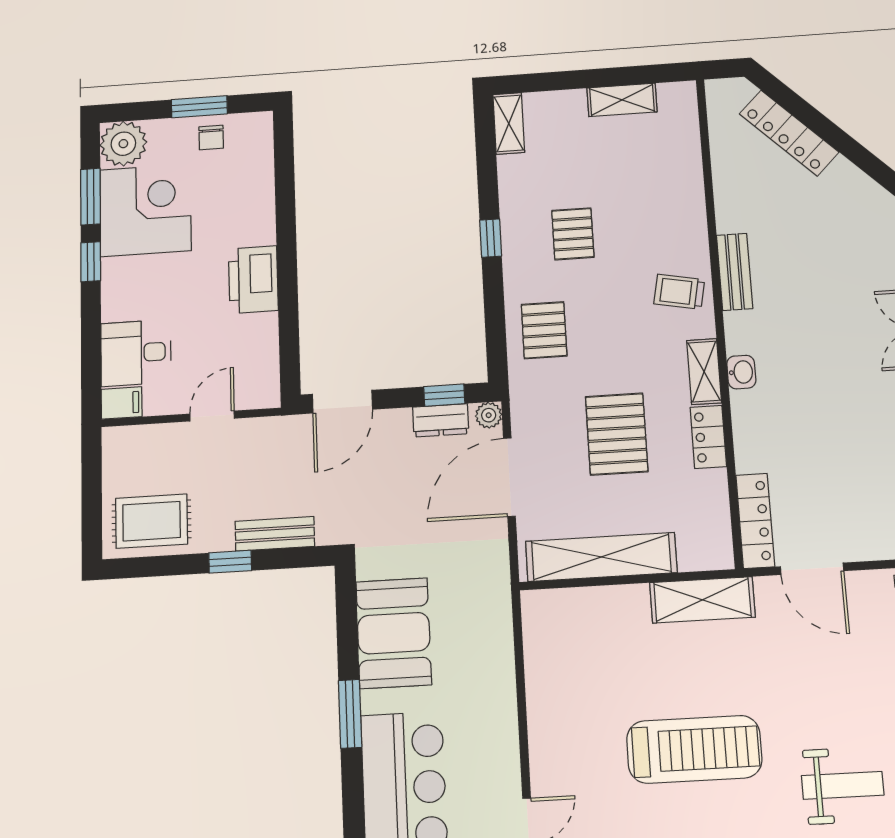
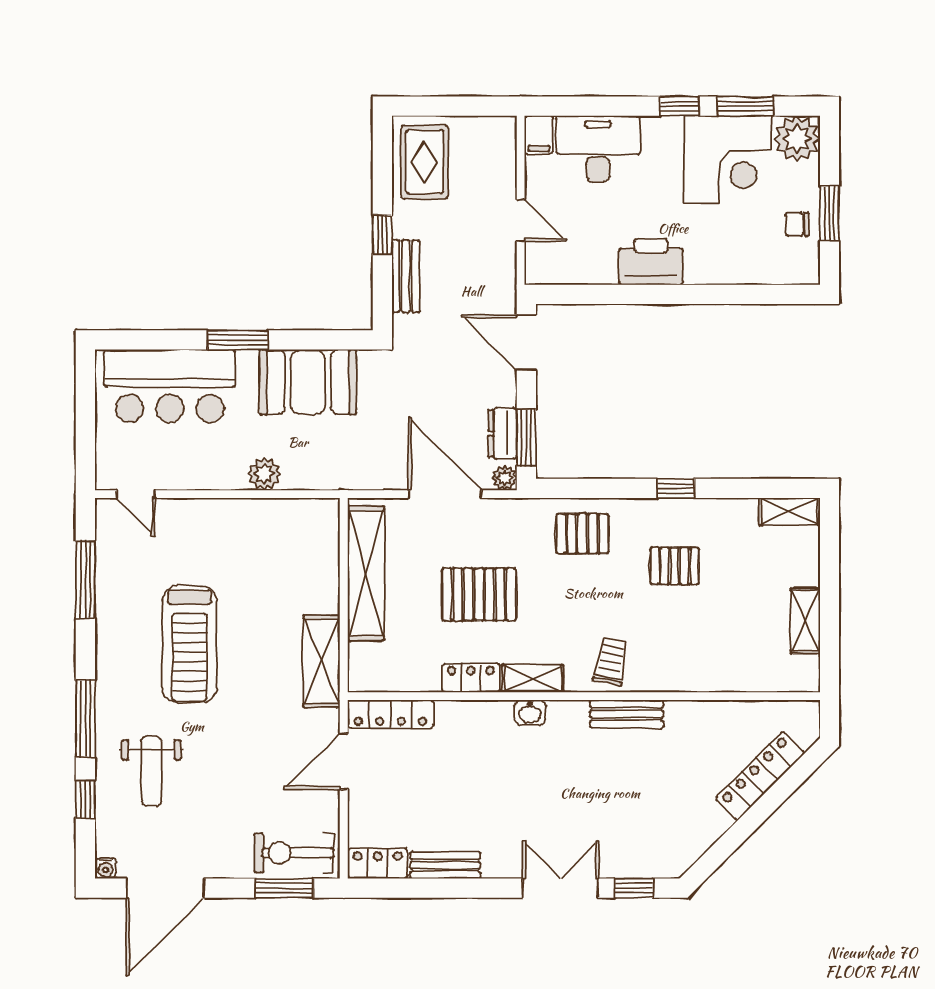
desk: (136, 353) -> (598, 149), width x1.37
window: (444, 395) -> (526, 438), width x1.50
plant: (497, 676) -> (264, 474), added

